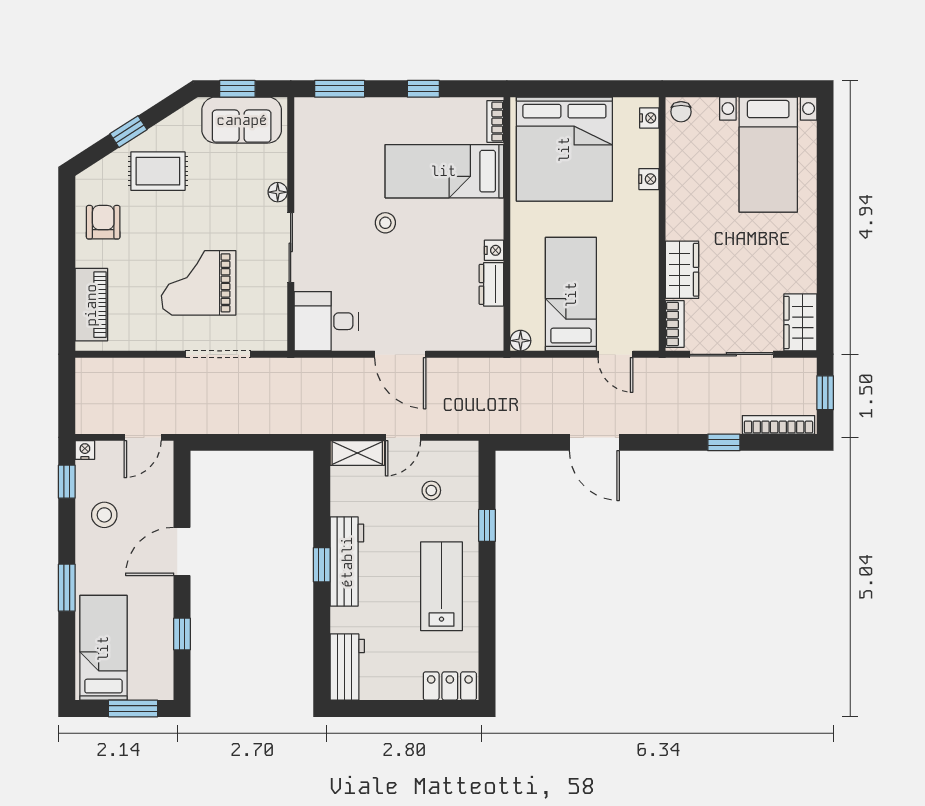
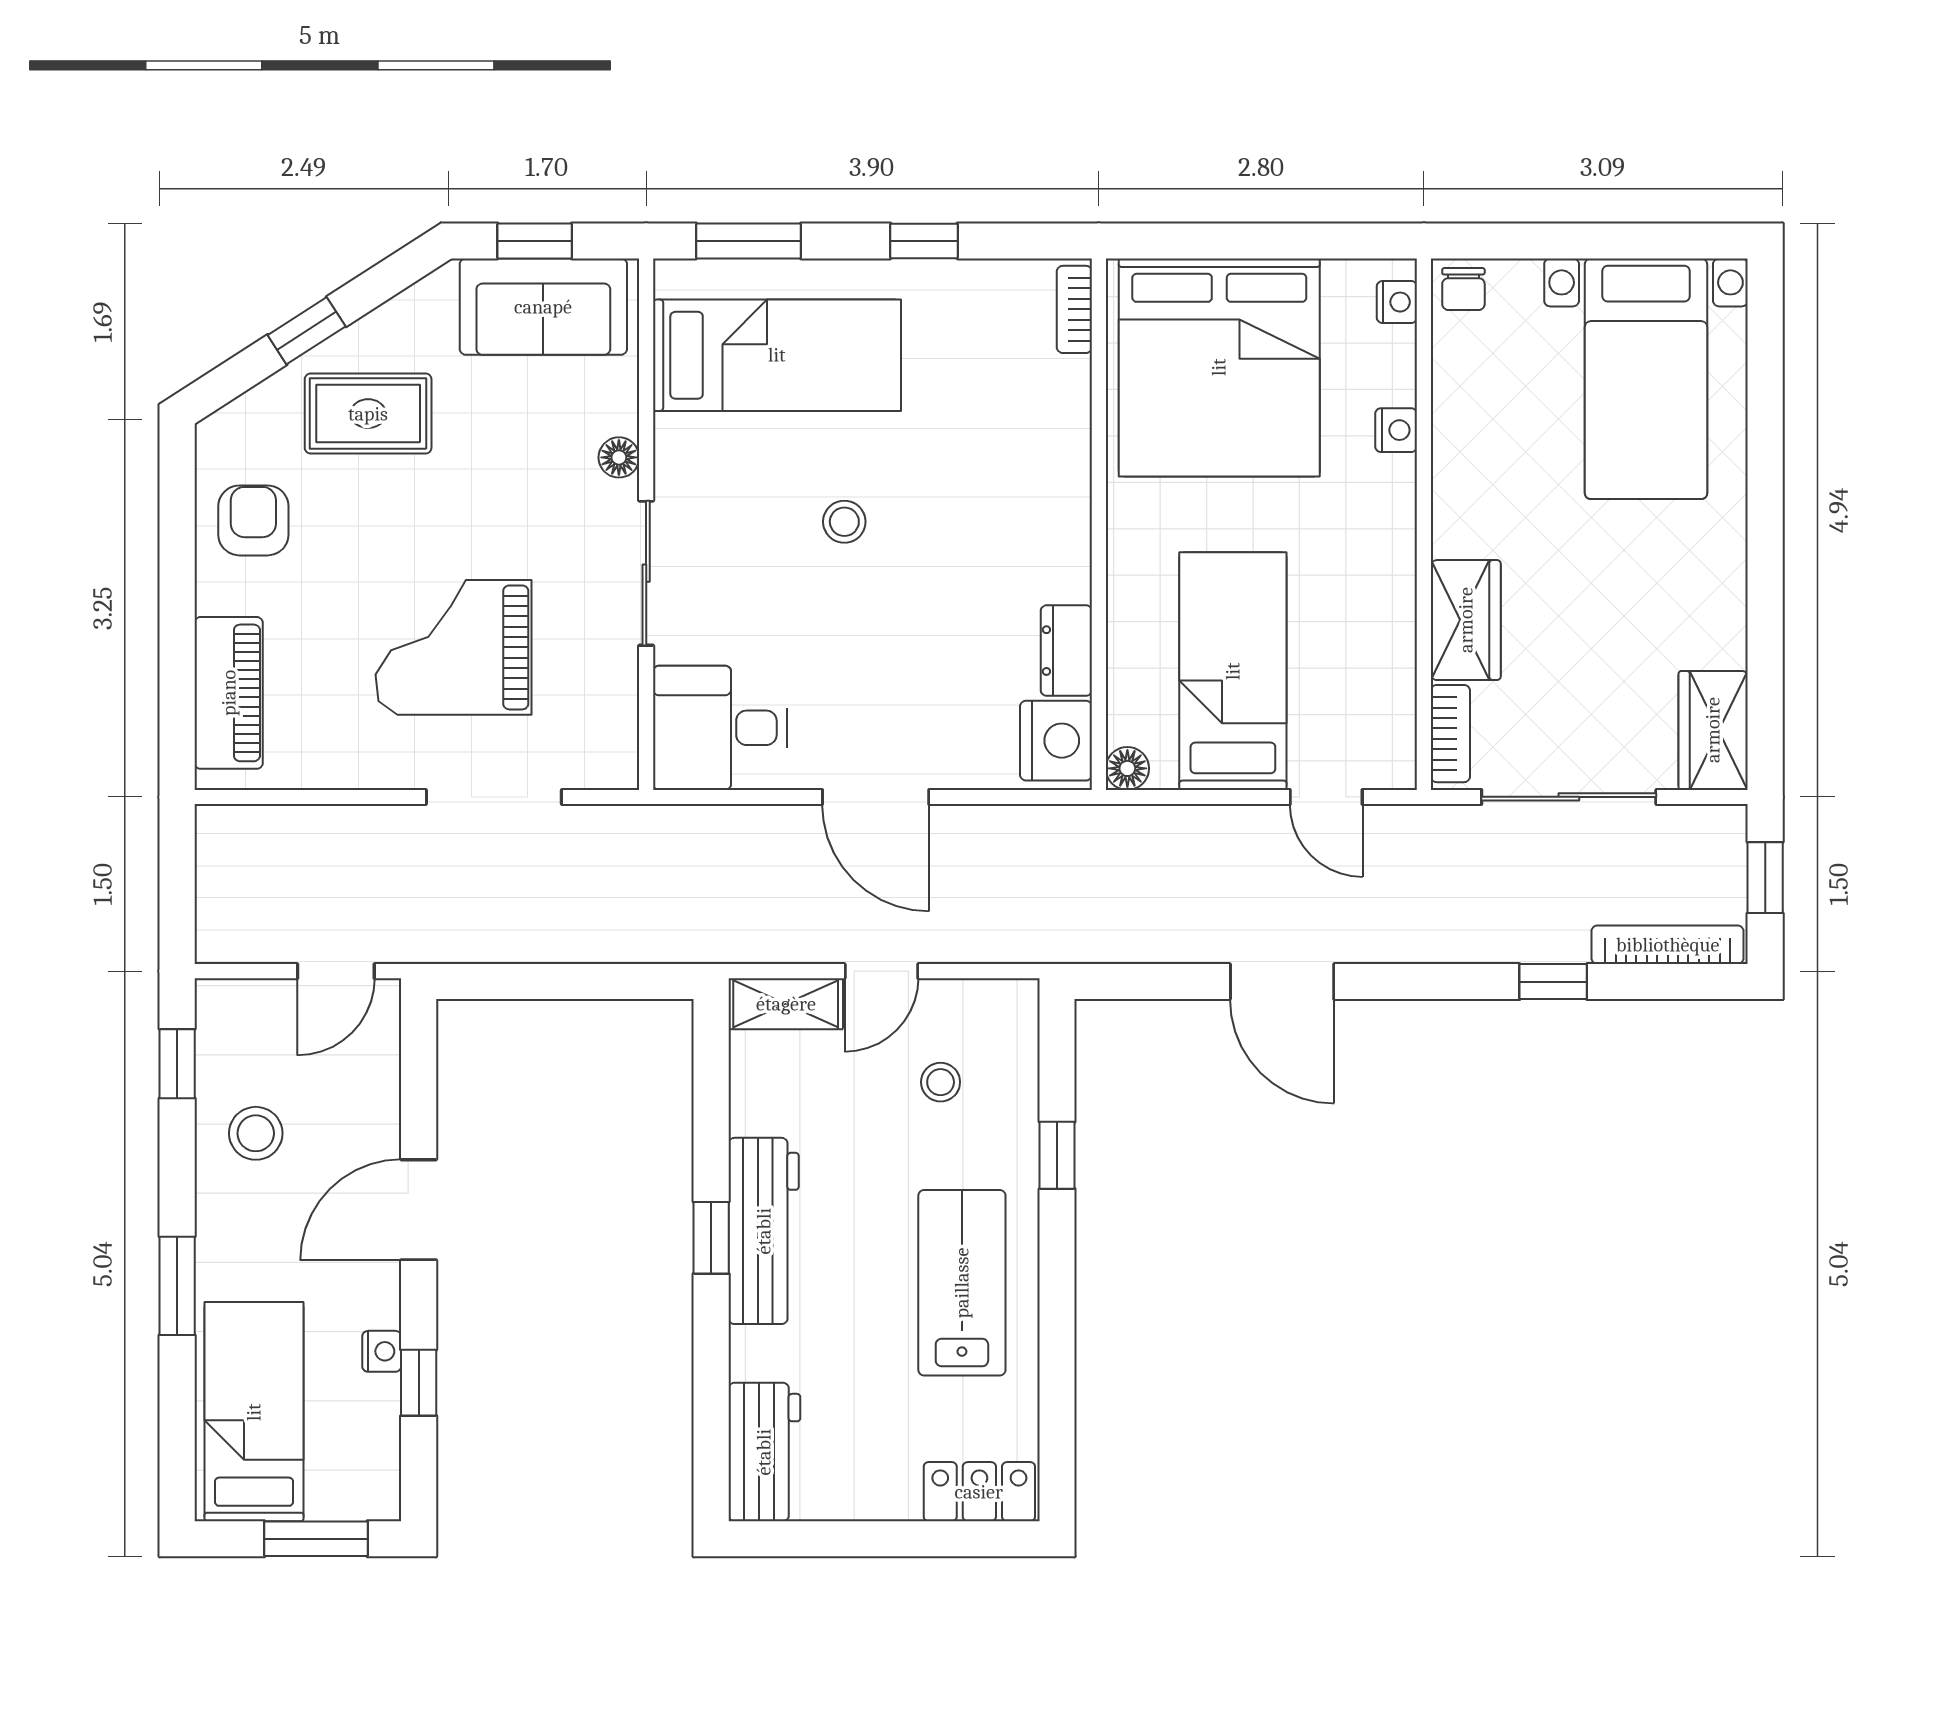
bed: (444, 171) -> (777, 355), moved, turned 180
nightstand: (494, 250) -> (1056, 741), moved, width x1.89, depth x1.79
nightstand: (85, 450) -> (382, 1351), moved, turned 90

